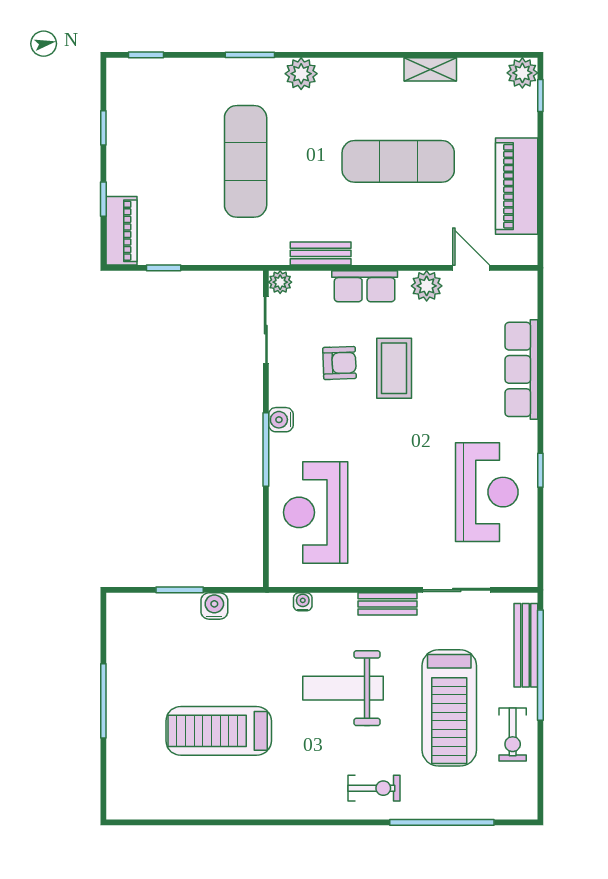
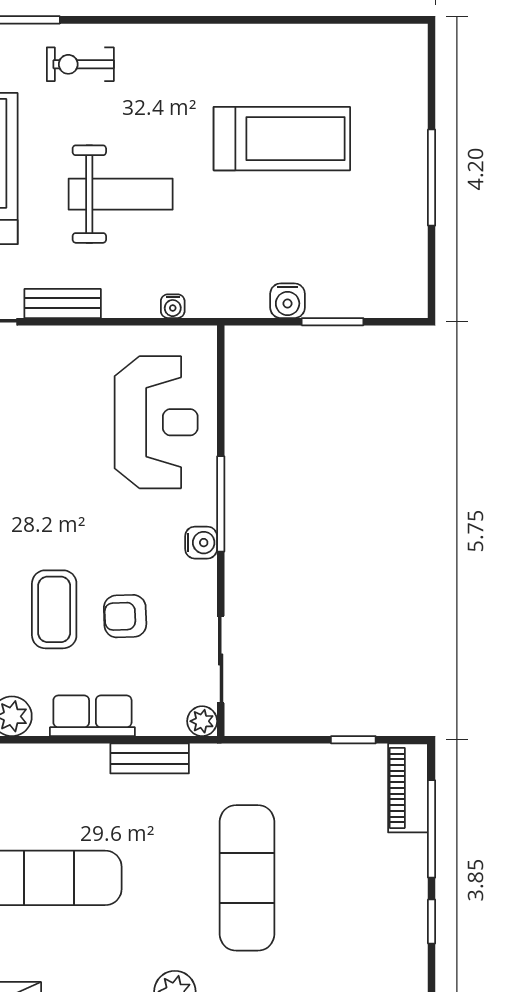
window: (103, 199) -> (432, 829), width x2.17

